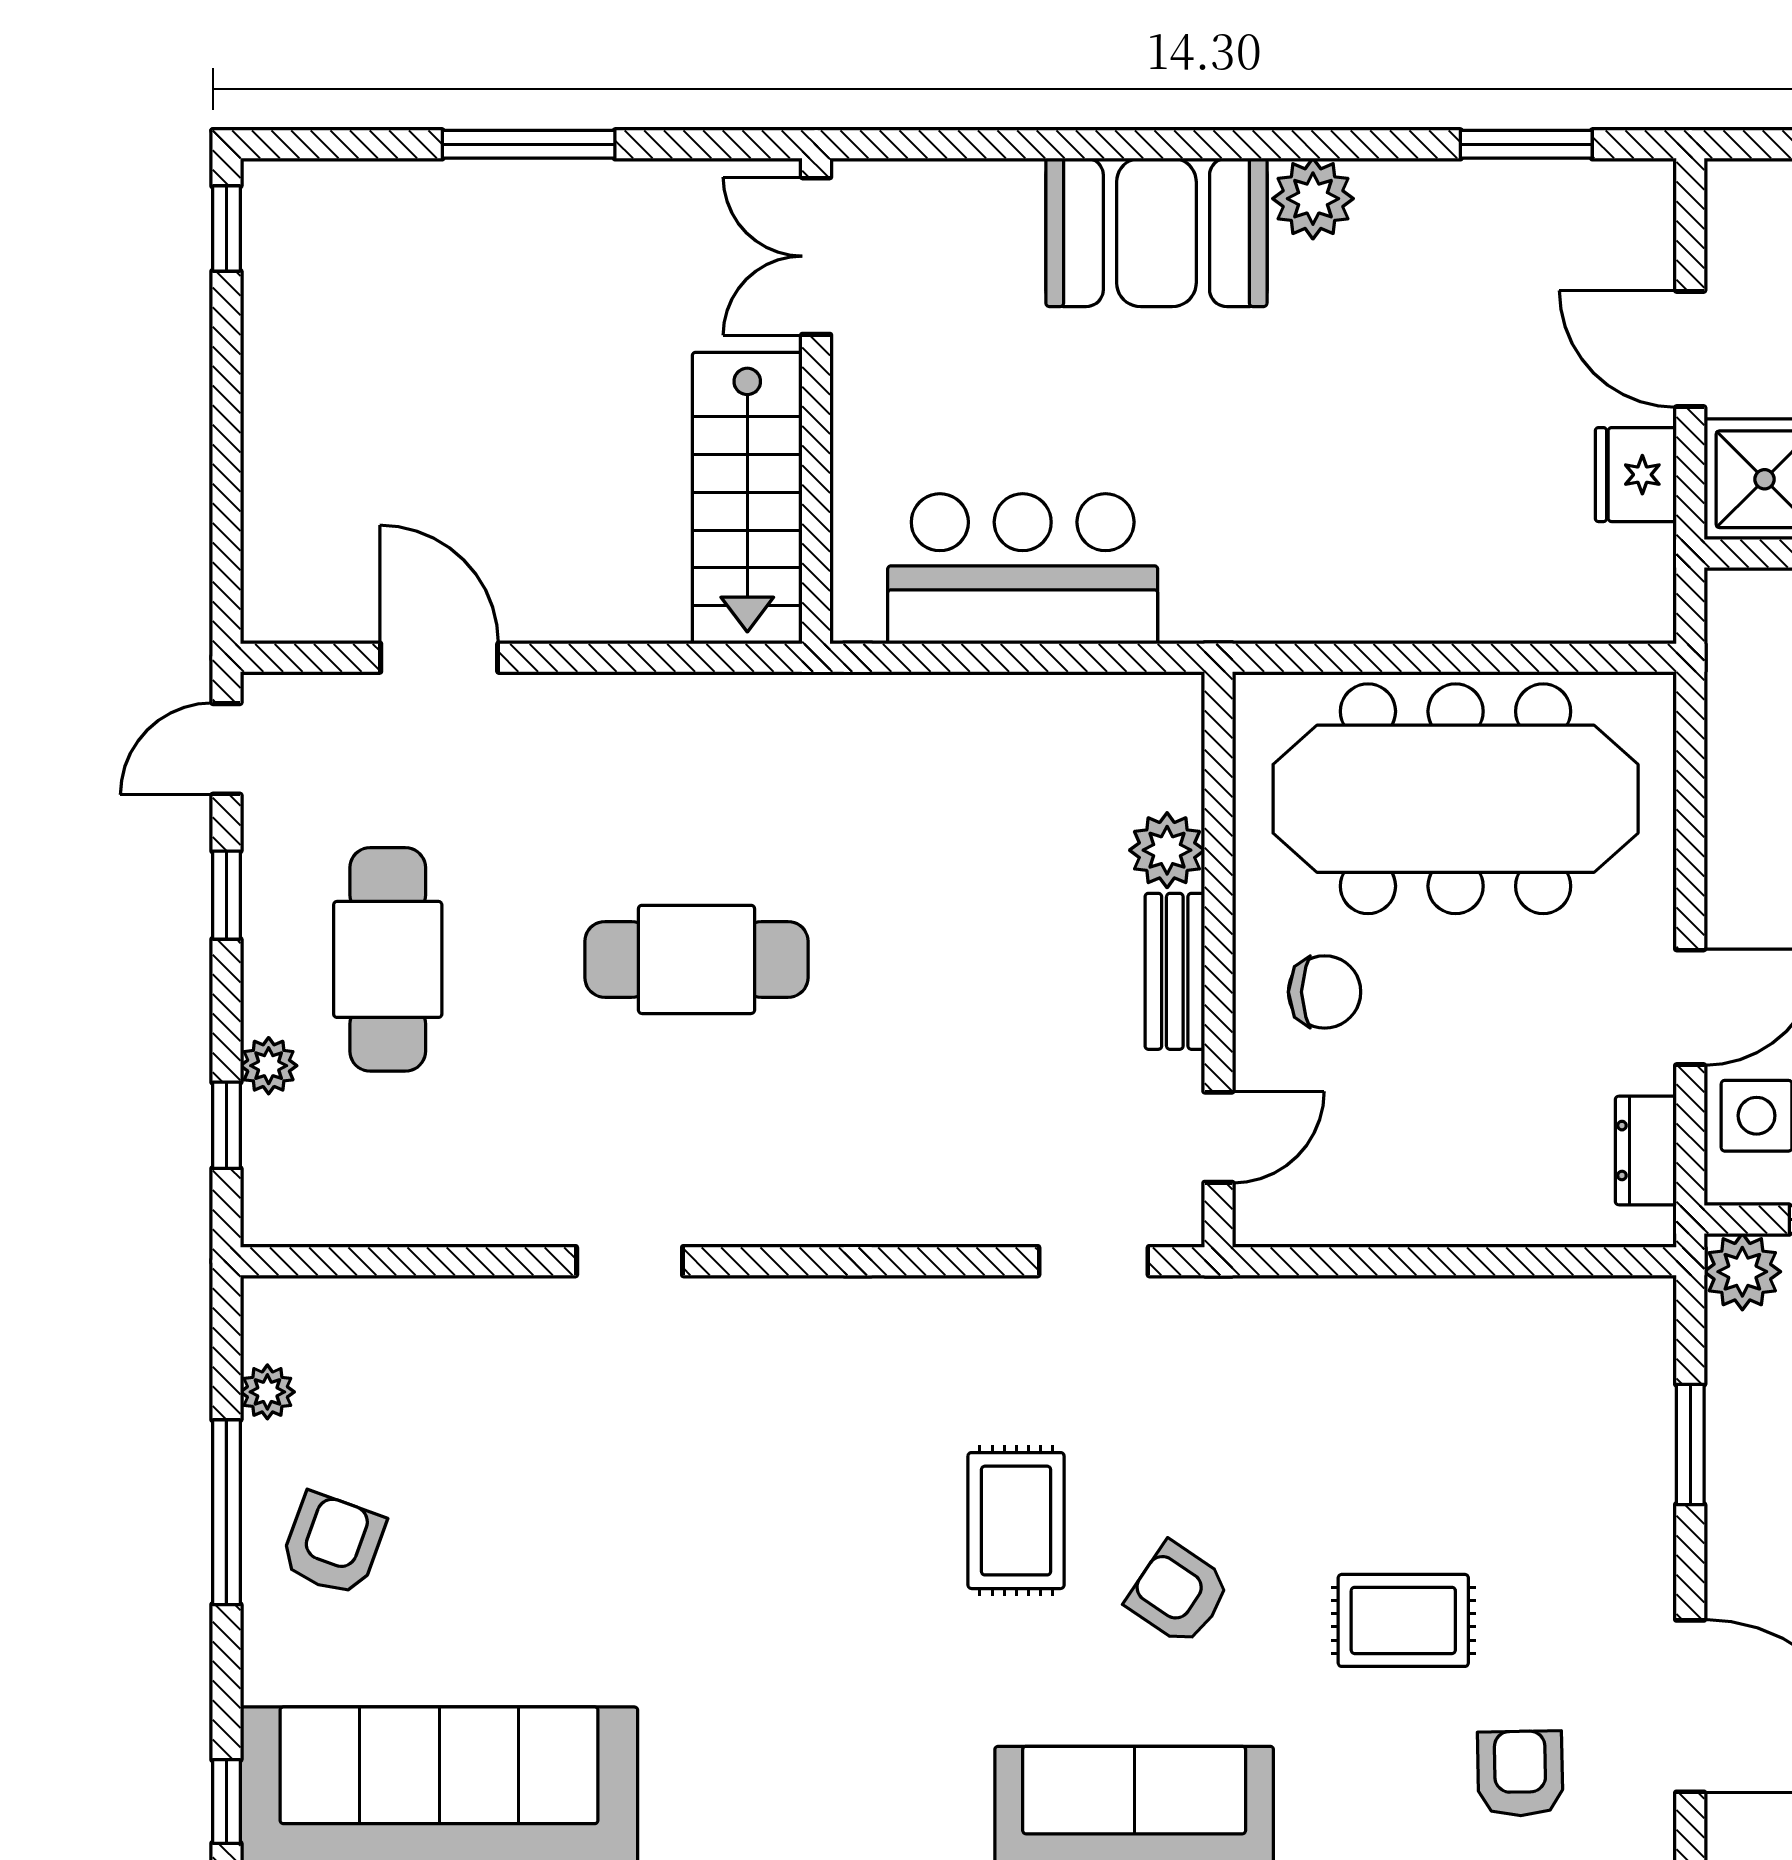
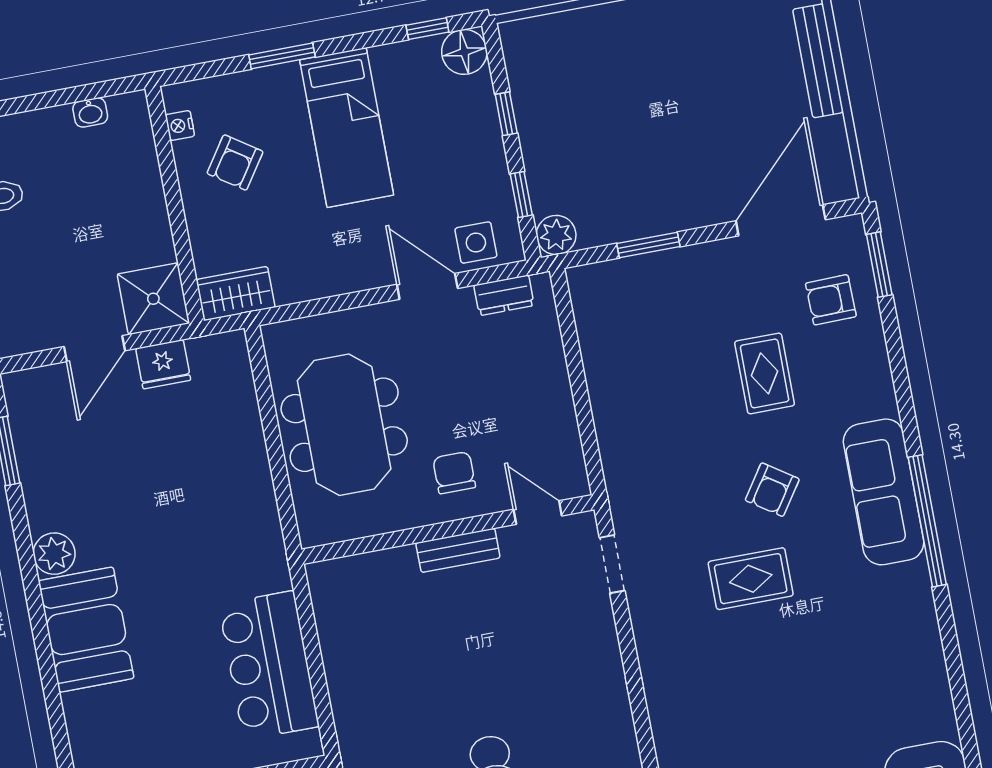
wardrobe: (1745, 638) -> (236, 294), added
meeting table: (1456, 799) -> (344, 425), width x0.73
plant: (1167, 850) -> (397, 566), removed

